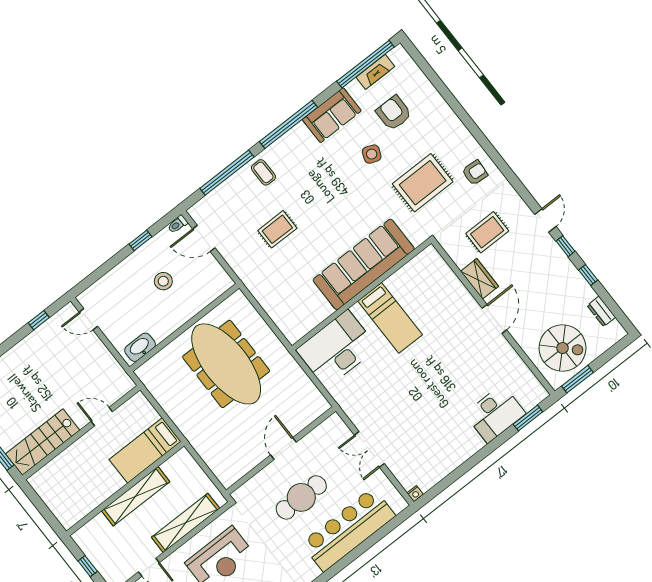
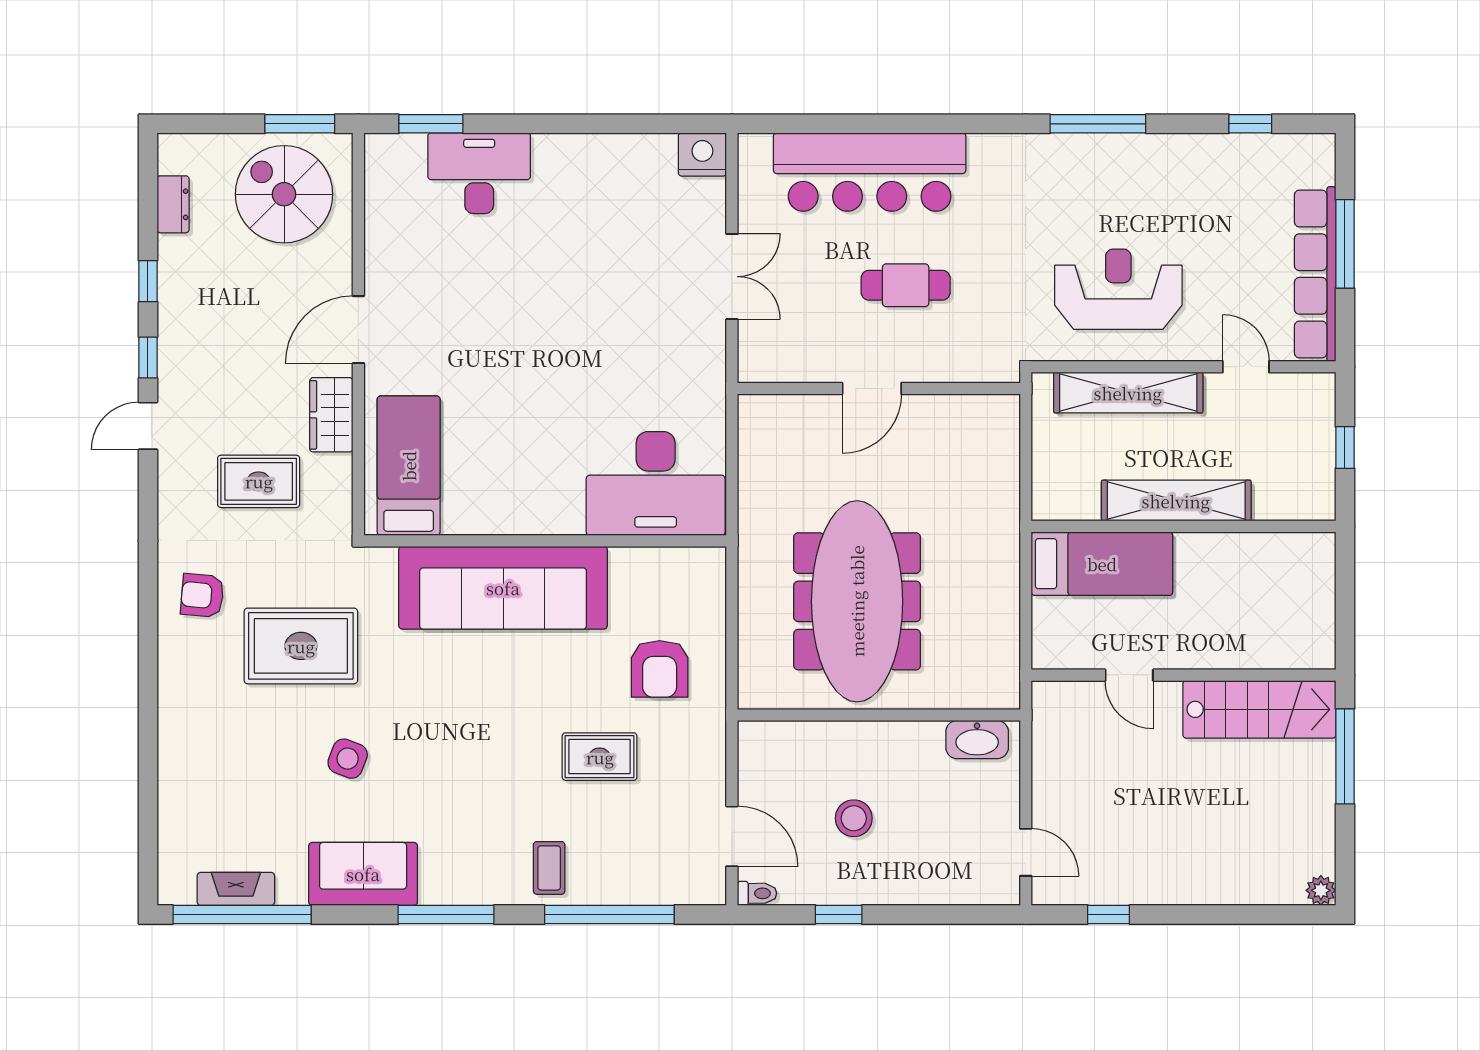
armchair: (394, 113) -> (660, 669), moved
window: (289, 124) -> (446, 914), width x0.68
bed: (390, 318) -> (409, 466), moved
nightstand: (415, 494) -> (702, 154), width x1.89, depth x1.79
cafe table: (301, 497) -> (906, 285), width x0.73, depth x0.74

